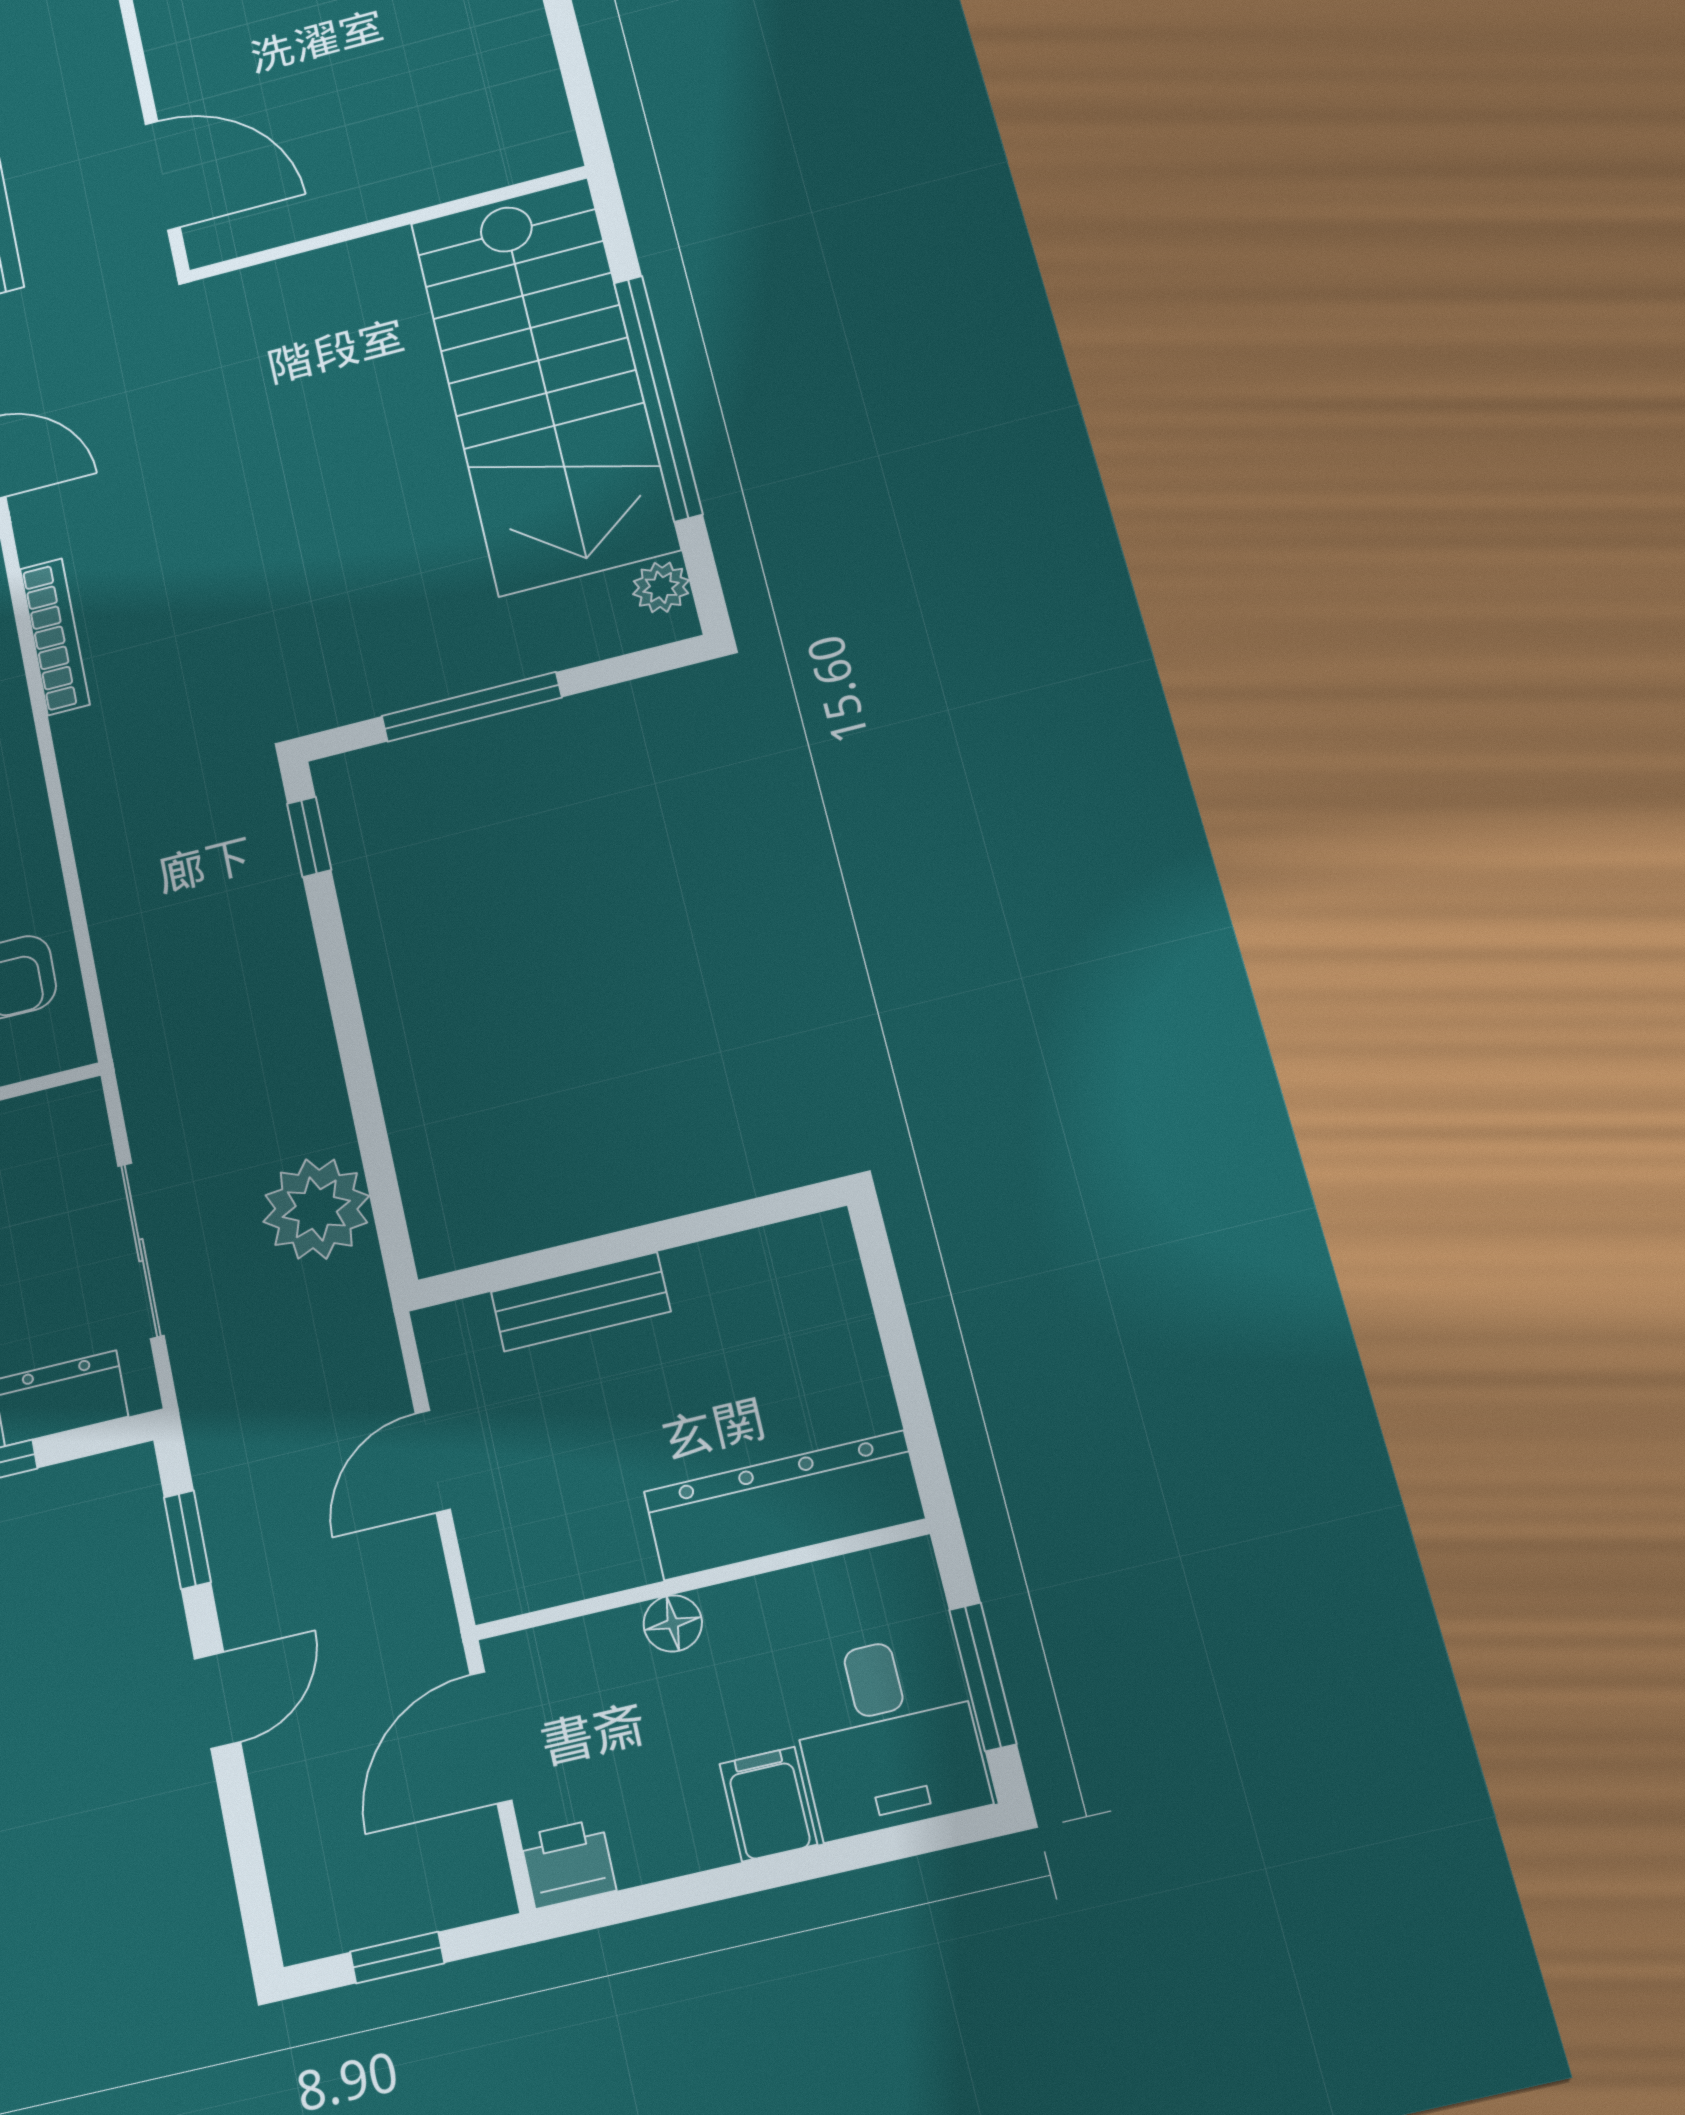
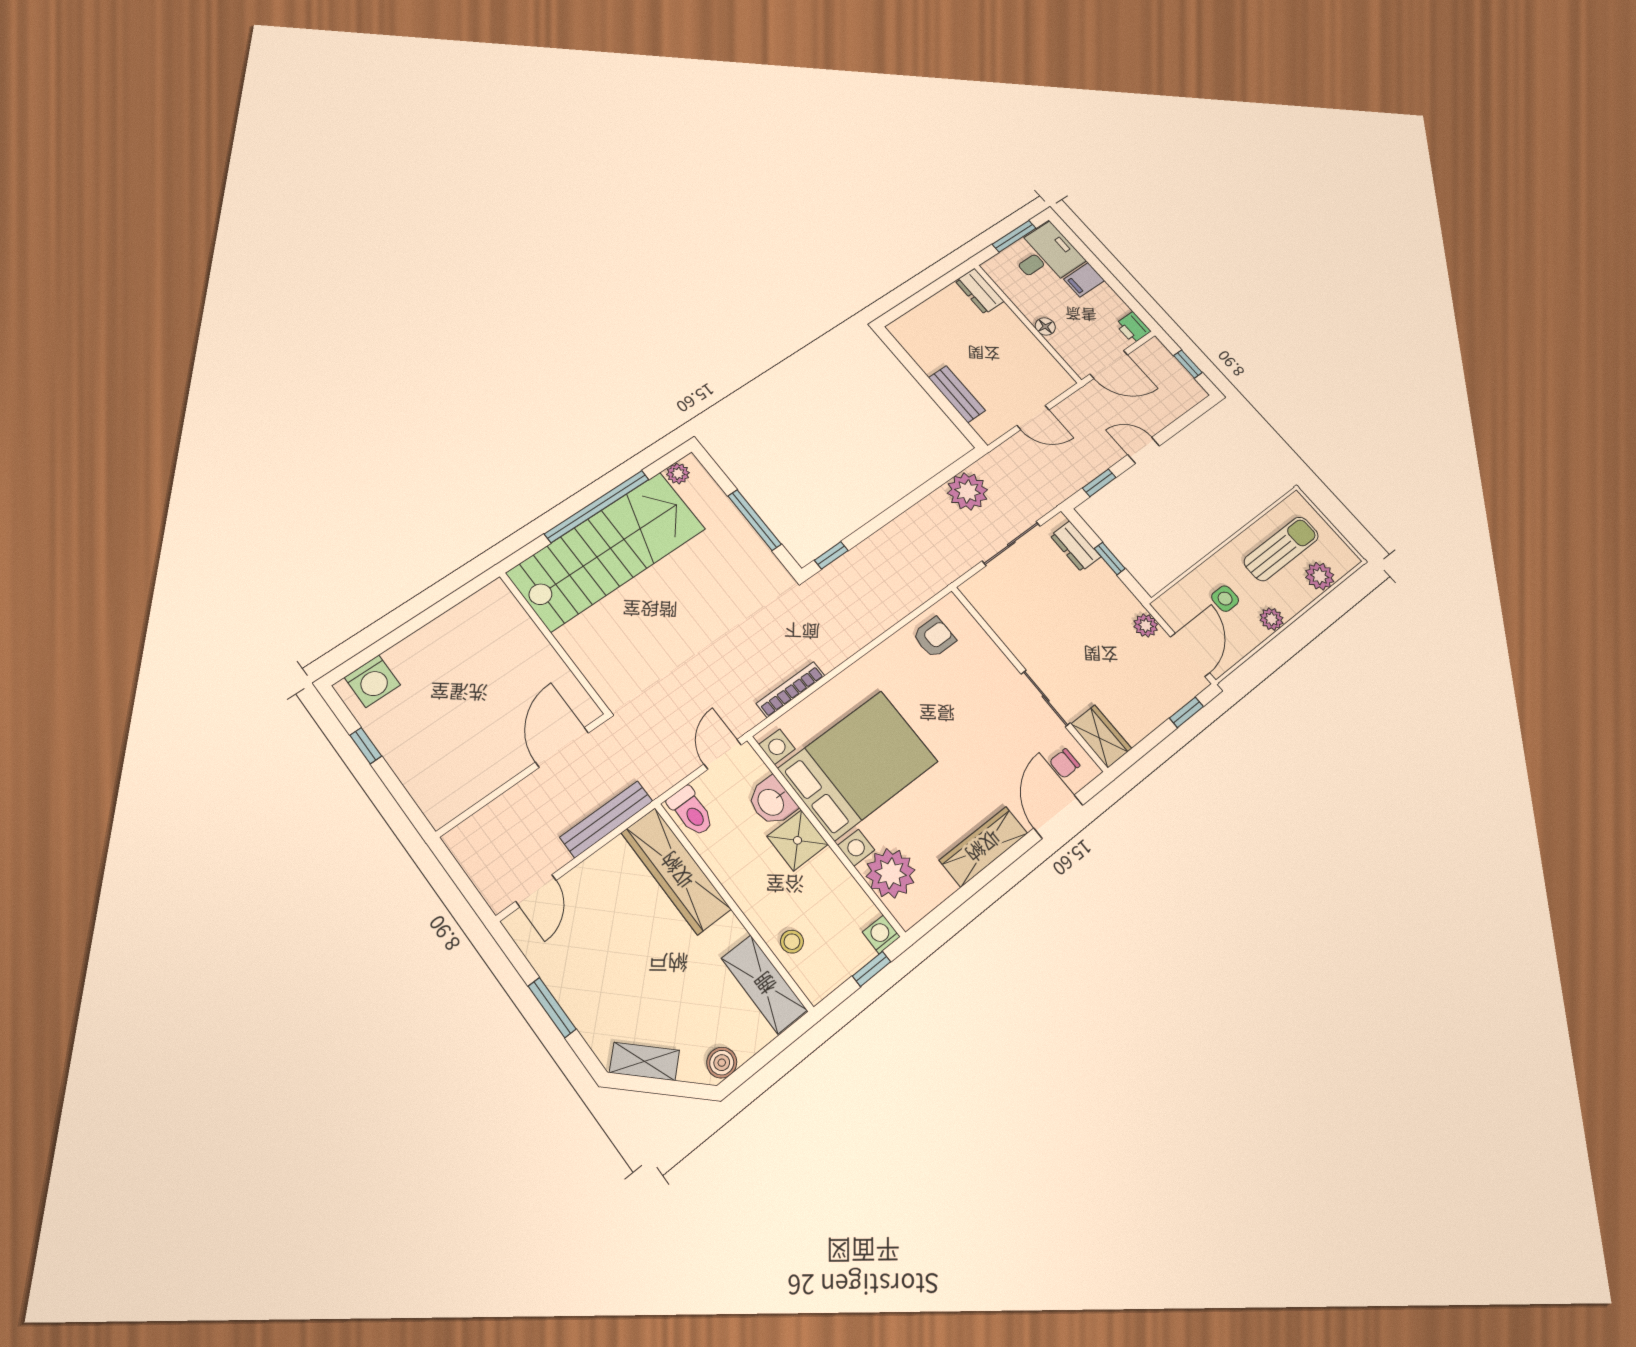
dresser: (784, 1505) -> (979, 291), width x0.51, depth x0.80

